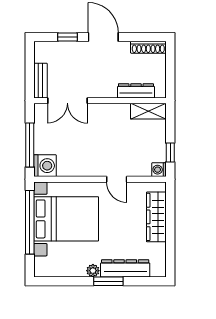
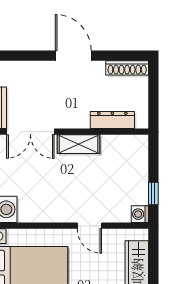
window: (68, 37) -> (31, 56), removed
shelving: (148, 111) -> (78, 144), moved

